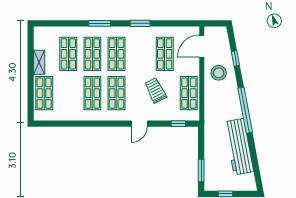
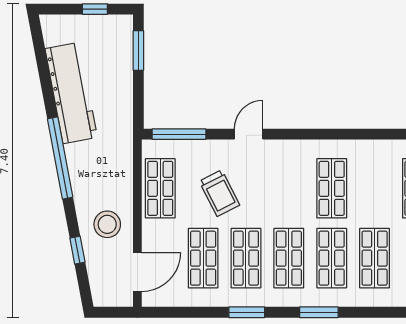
shop shelf: (116, 93) -> (246, 258), moved
window: (178, 124) -> (179, 134), width x2.17

